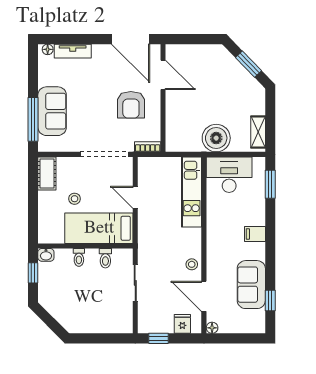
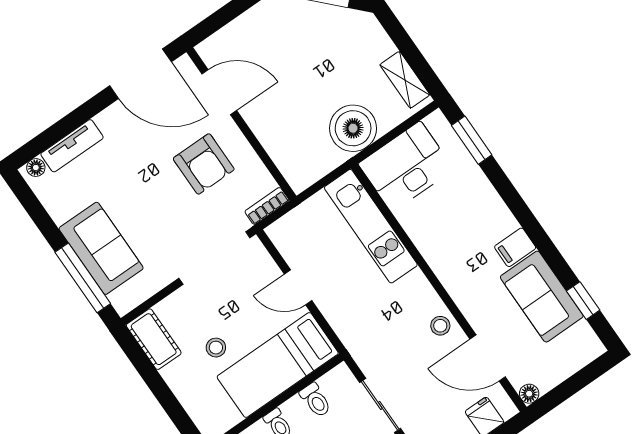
filing cabinet: (255, 234) -> (515, 247), moved

